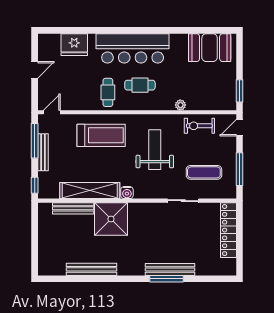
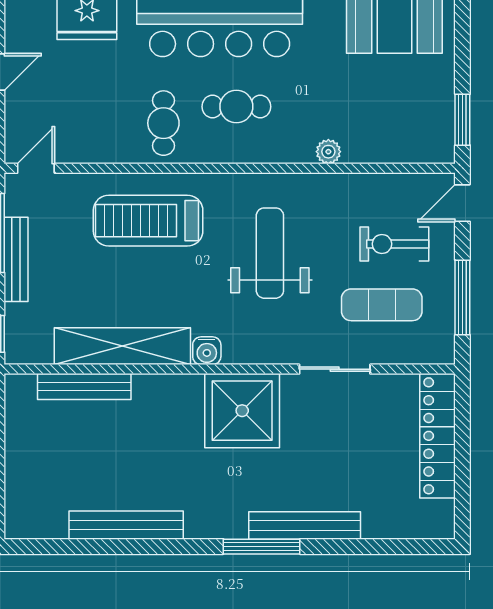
exercise bike: (199, 126) -> (394, 244), moved
treadmill: (101, 135) -> (148, 221), turned 180
shower: (111, 219) -> (242, 411), moved
window: (167, 279) -> (262, 547), moved

